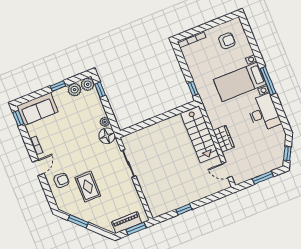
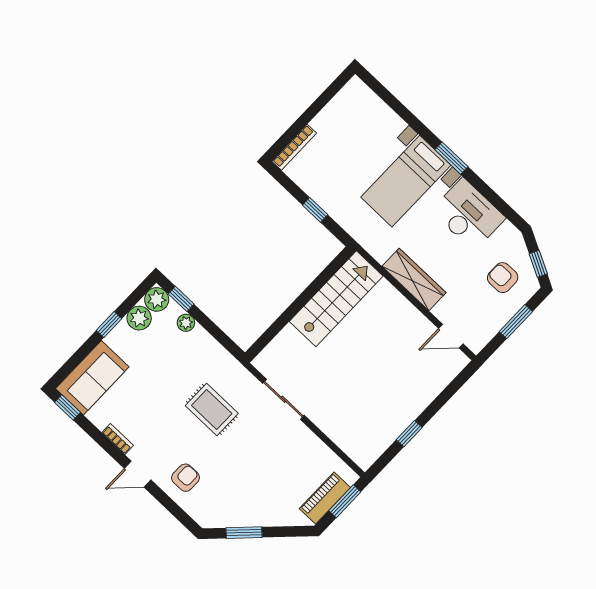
armchair: (227, 41) -> (503, 278), moved, turned -90
window: (268, 81) -> (451, 158), width x0.69
window: (193, 89) -> (315, 210), moved
plant: (105, 122) -> (186, 323), moved
stairs: (200, 134) -> (336, 299), moved, turned -90
floor lamp: (107, 136) -> (227, 370), removed
wardrobe: (224, 139) -> (414, 279), width x1.50
door: (38, 168) -> (138, 474), swing flipped
rug: (88, 187) -> (212, 409), moved

